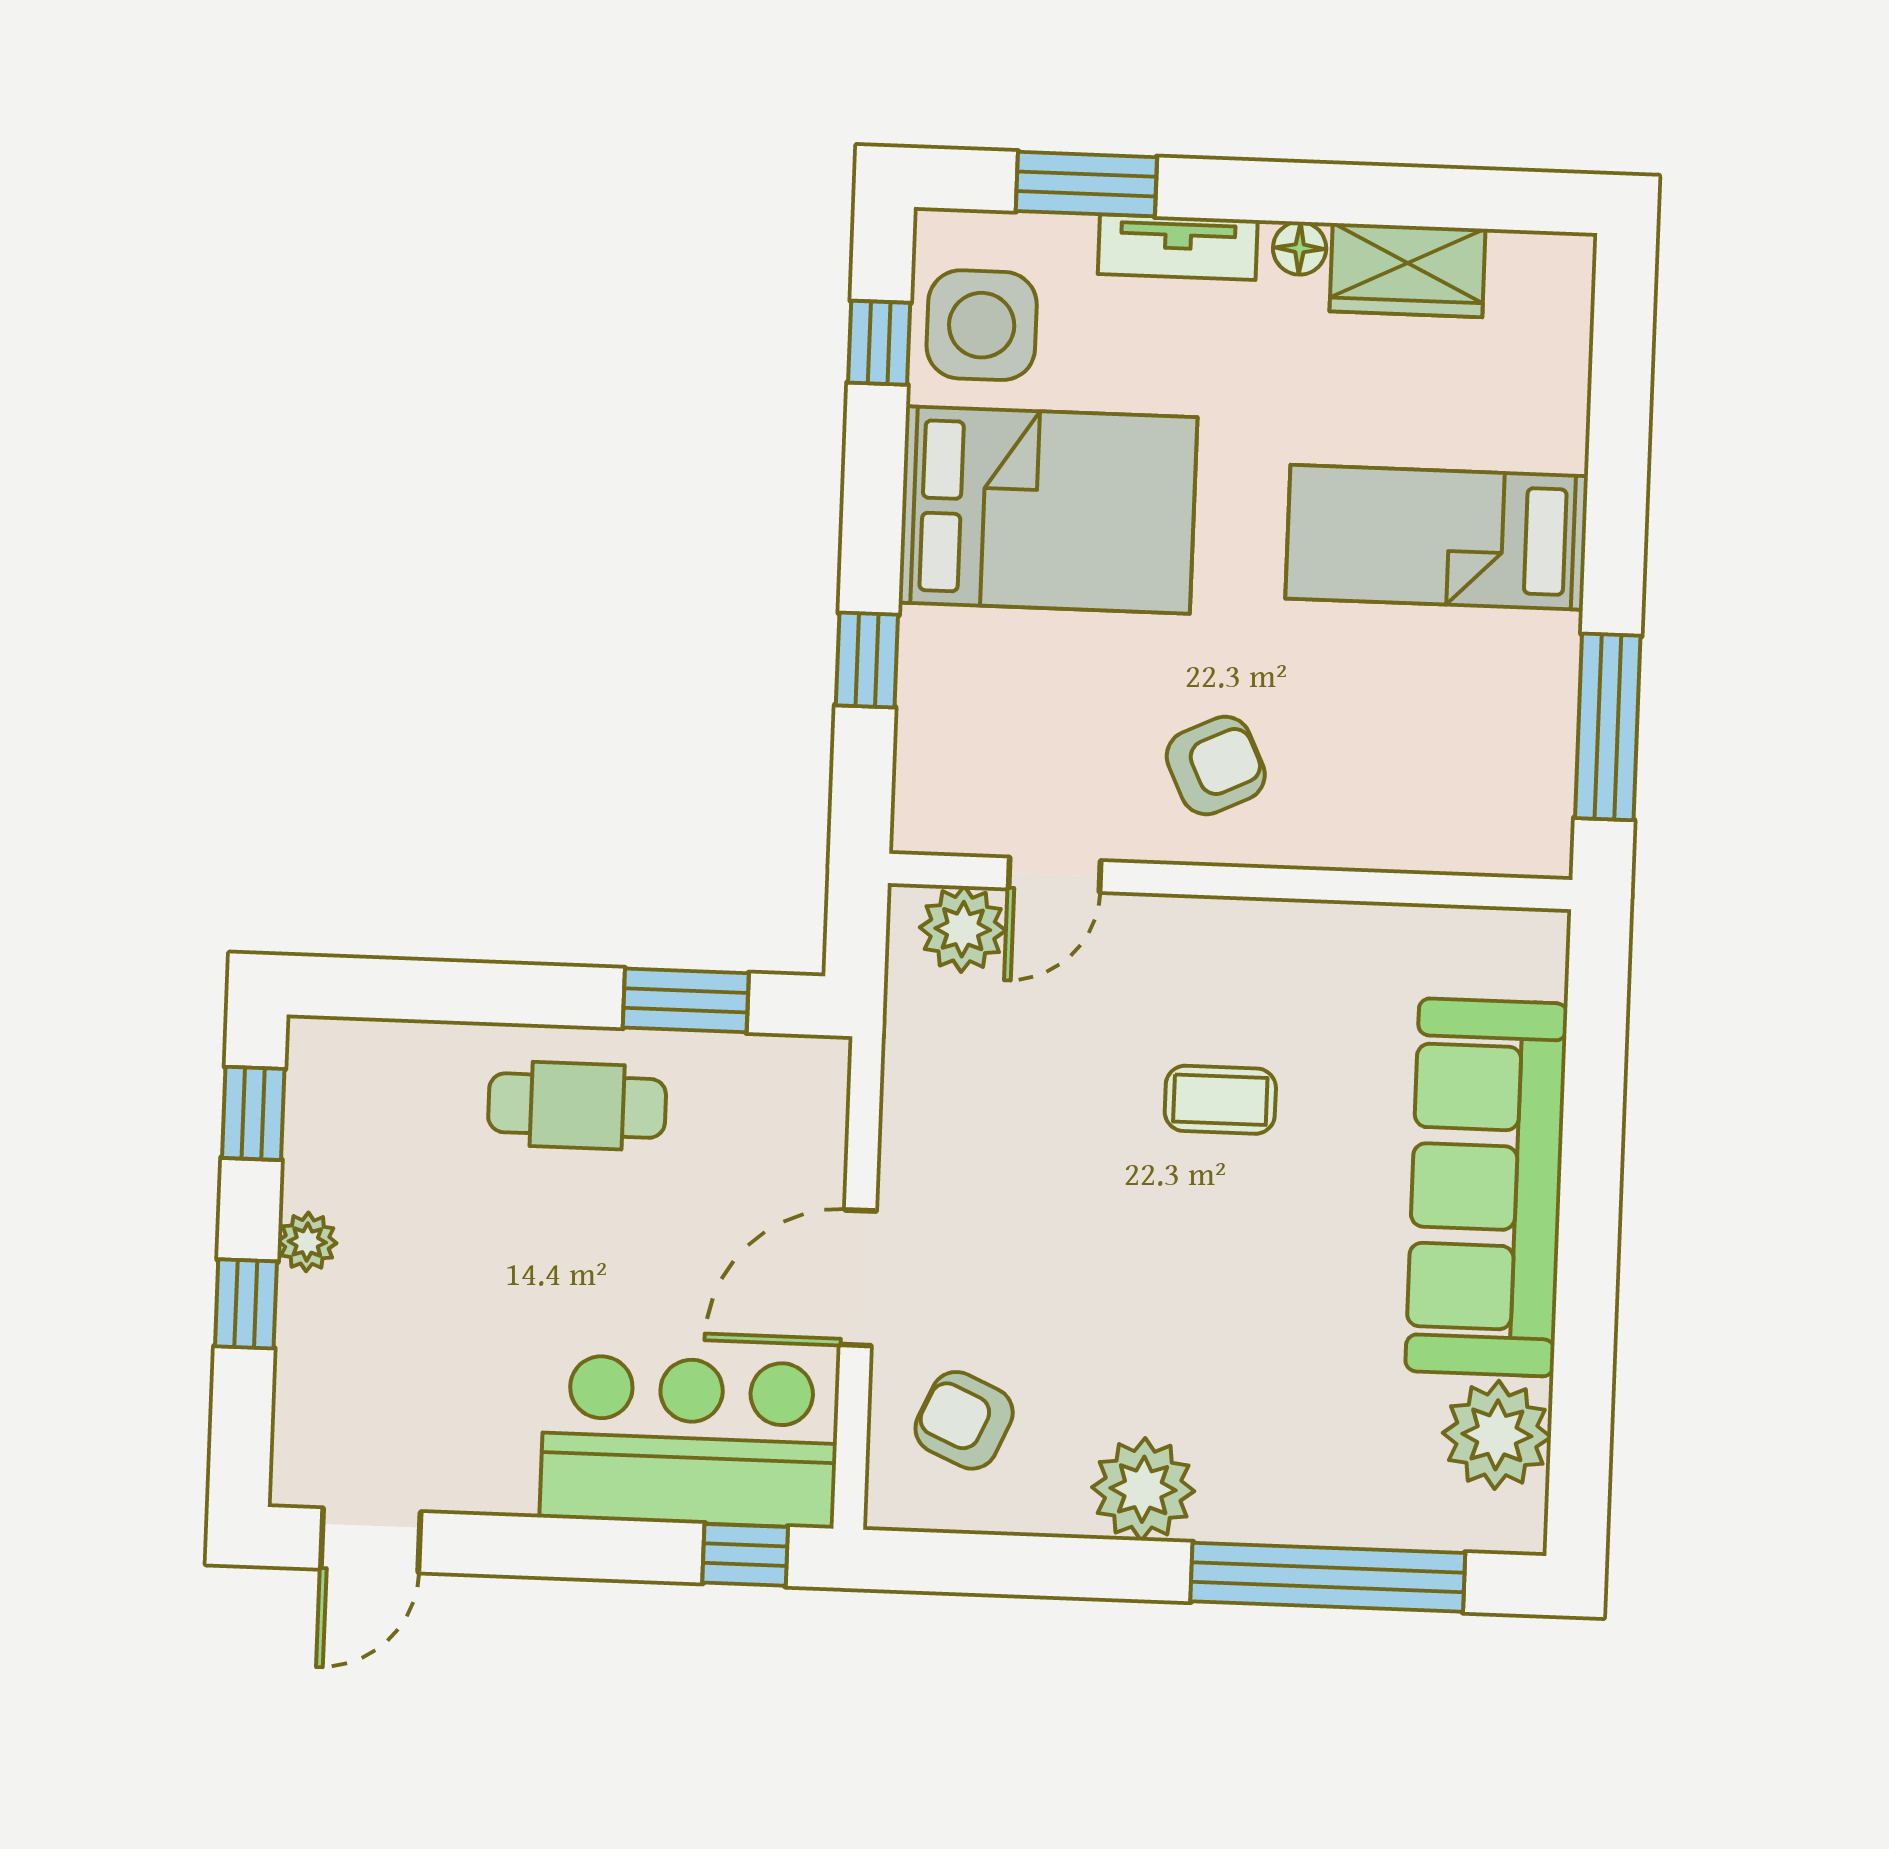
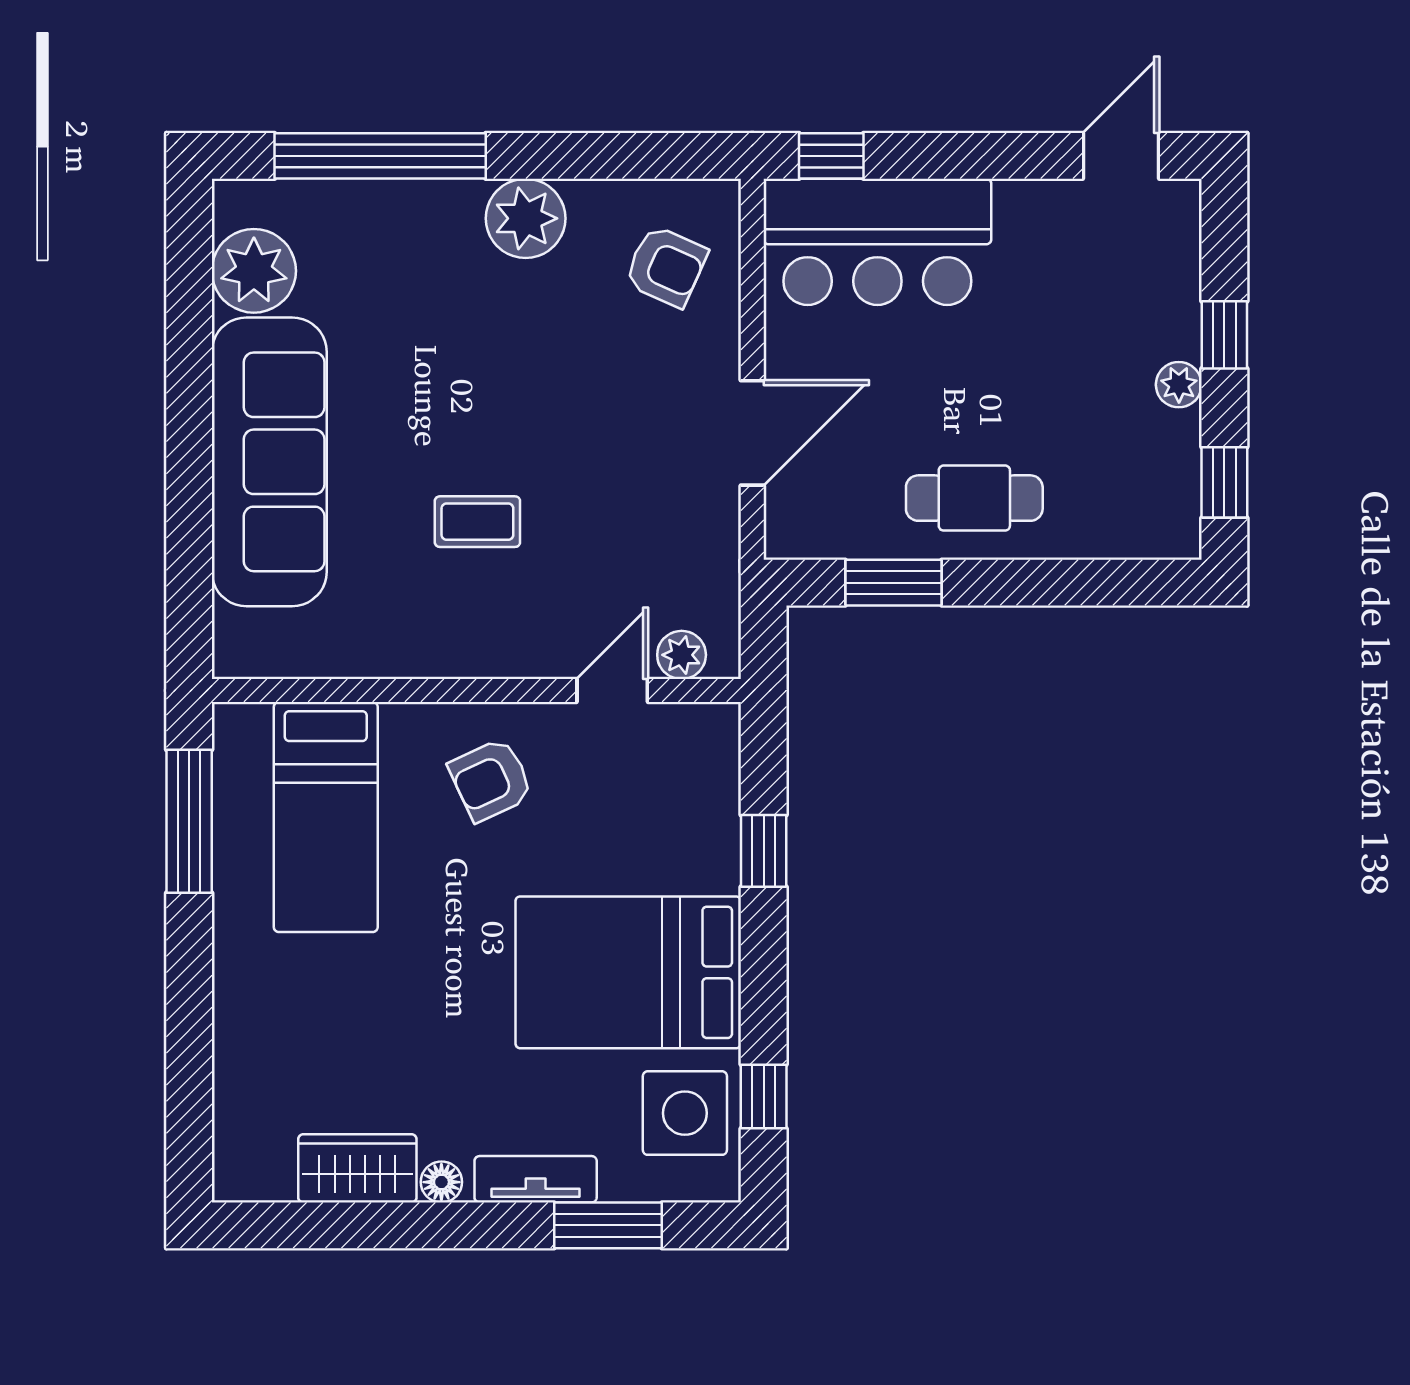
bed: (1437, 537) -> (326, 817), moved, turned 90
plant: (963, 929) -> (682, 655), width x0.73, depth x0.73
door: (858, 1278) -> (752, 433), moved

